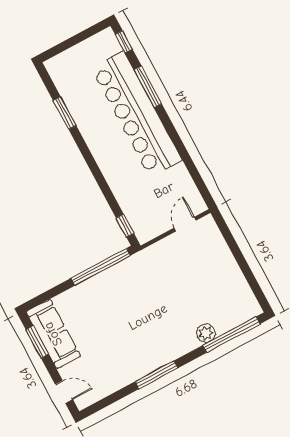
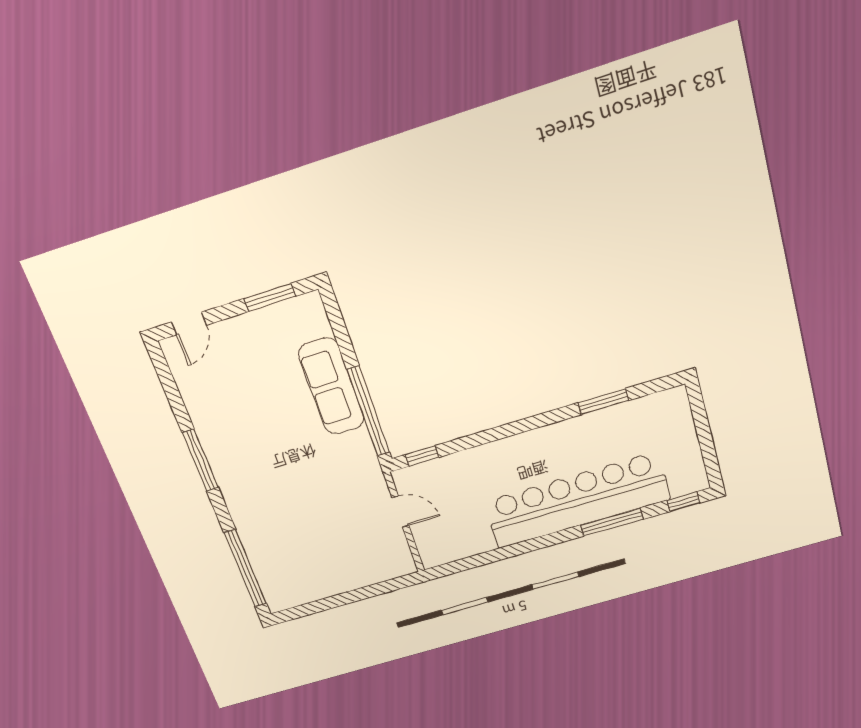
door: (185, 224) -> (400, 512), moved
plant: (206, 333) -> (252, 536), removed
sofa: (53, 334) -> (331, 386), moved, turned 90

